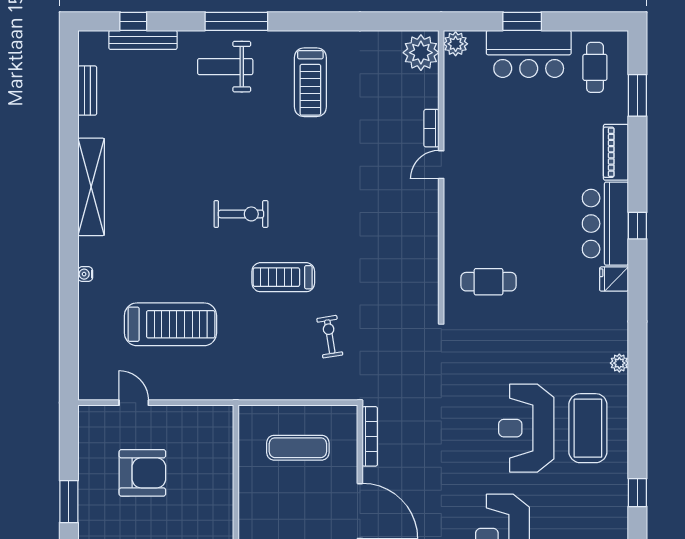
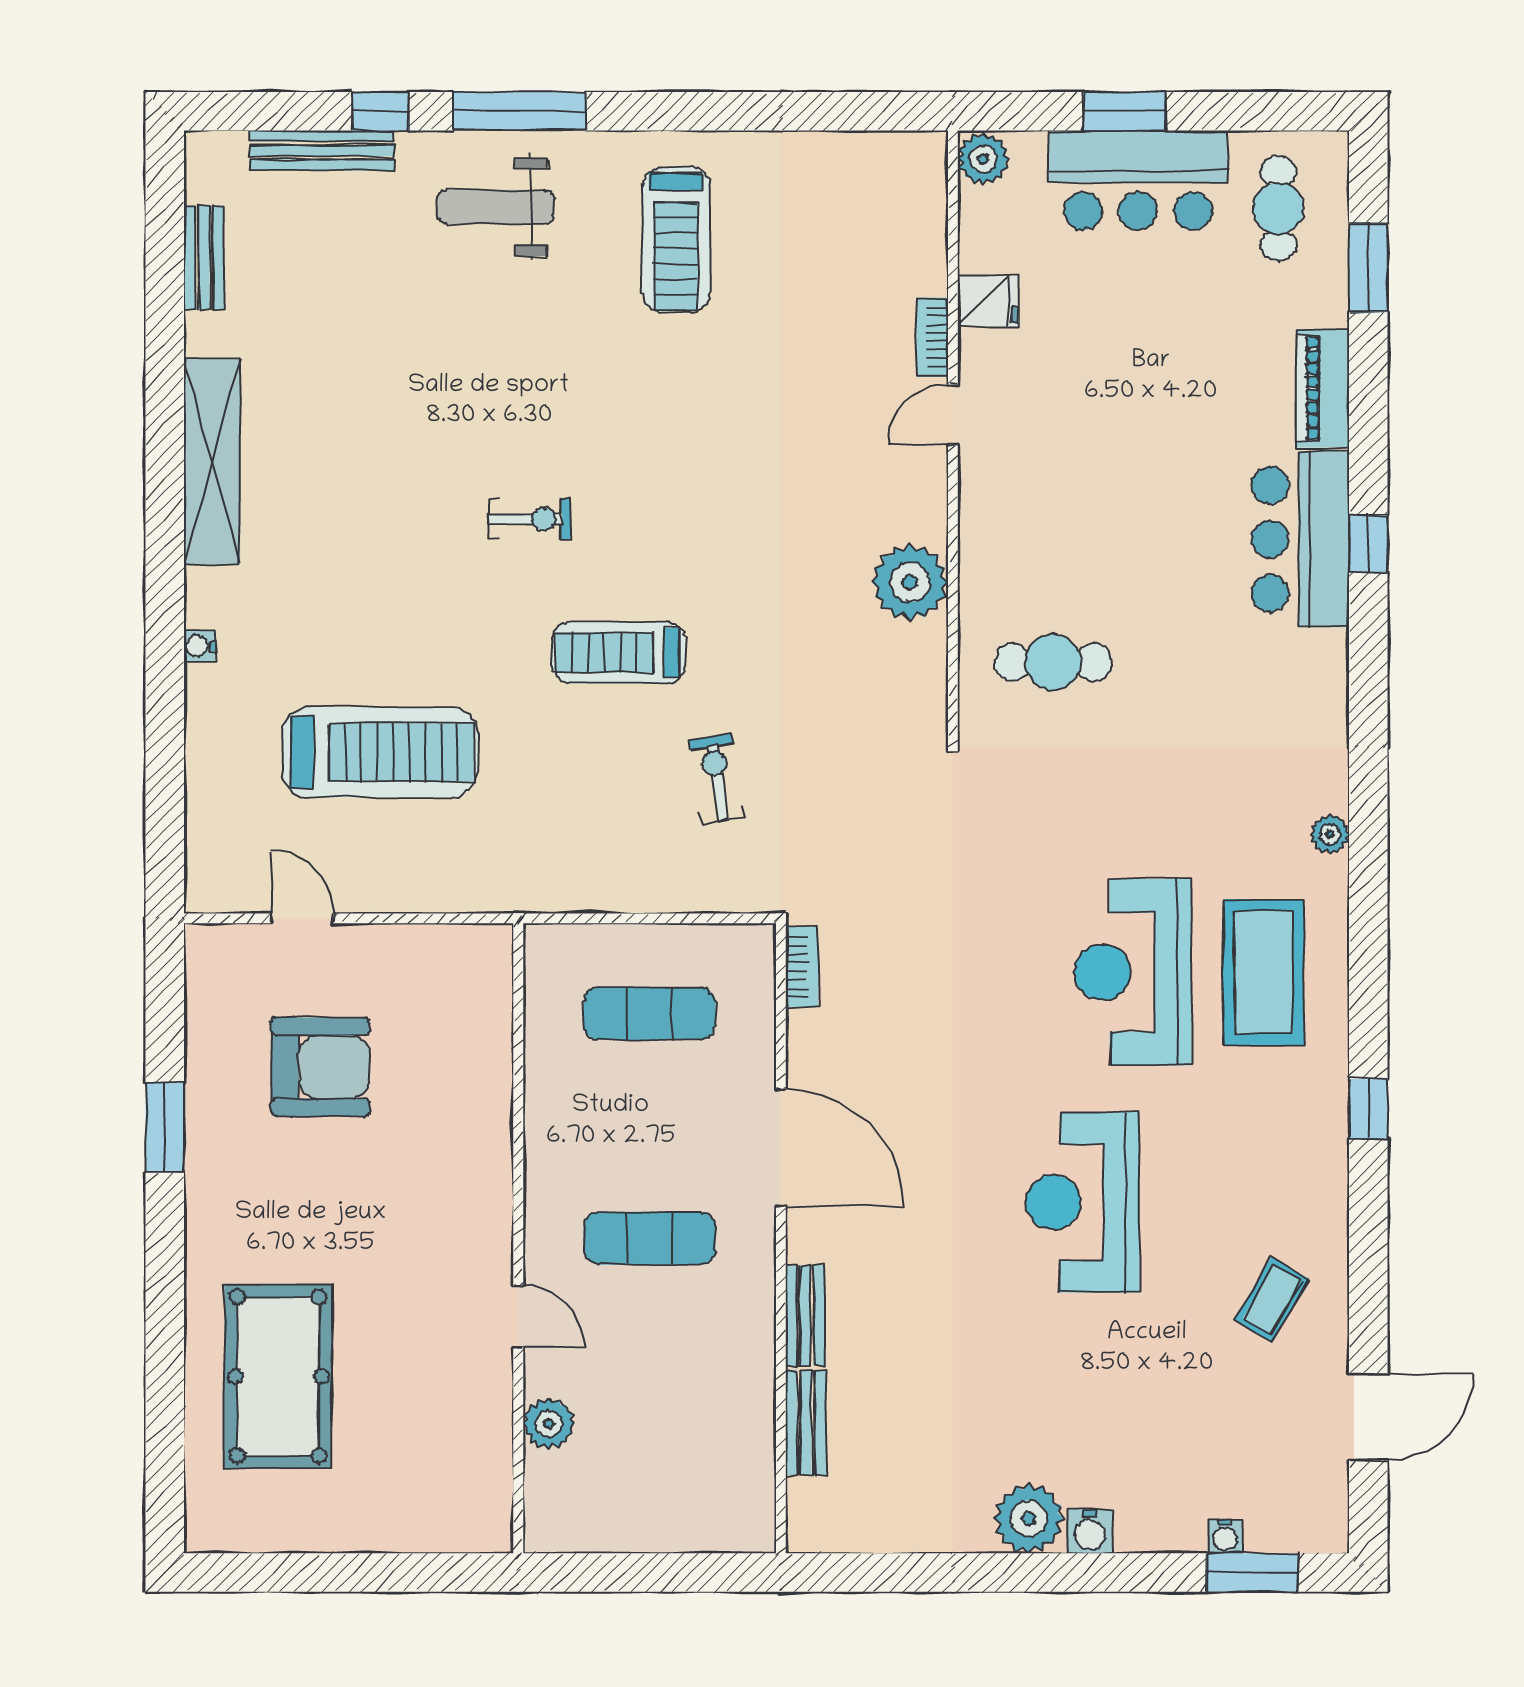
window: (133, 21) -> (380, 111), moved
plant: (421, 53) -> (910, 582), moved
exercise bike: (241, 214) -> (529, 519), width x0.73, depth x0.72
fridge: (614, 279) -> (988, 301), moved, turned 180
bookcase: (370, 436) -> (802, 967), width x0.64

